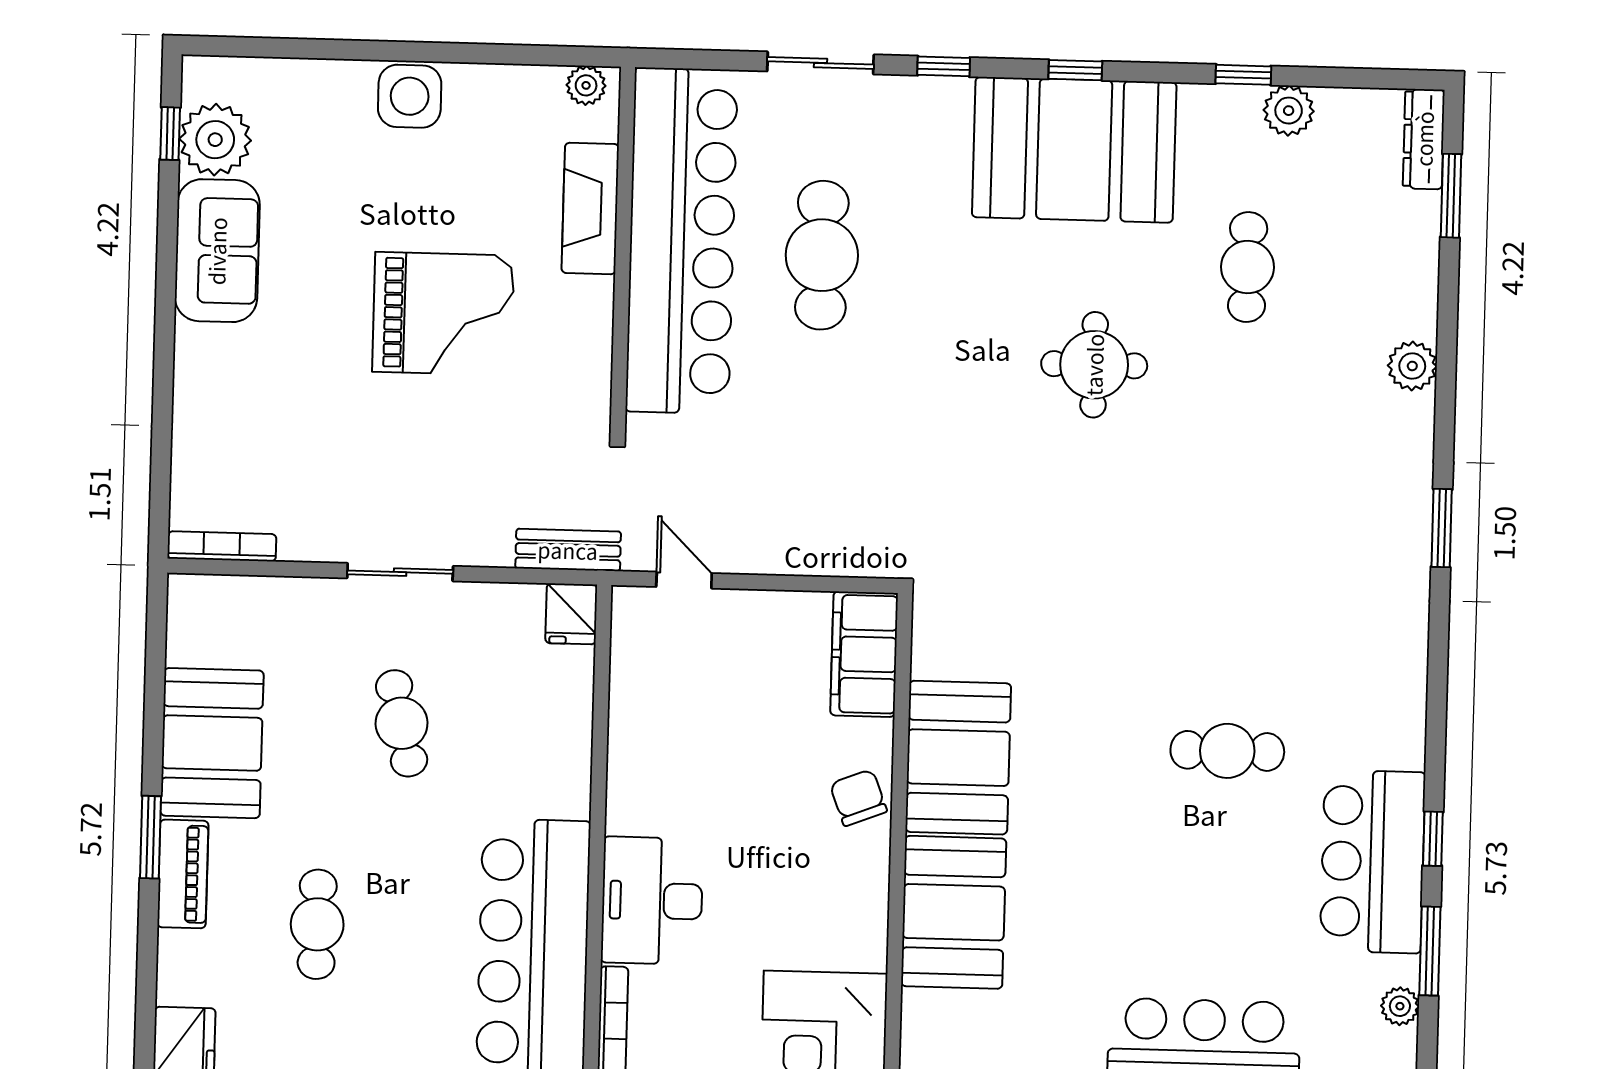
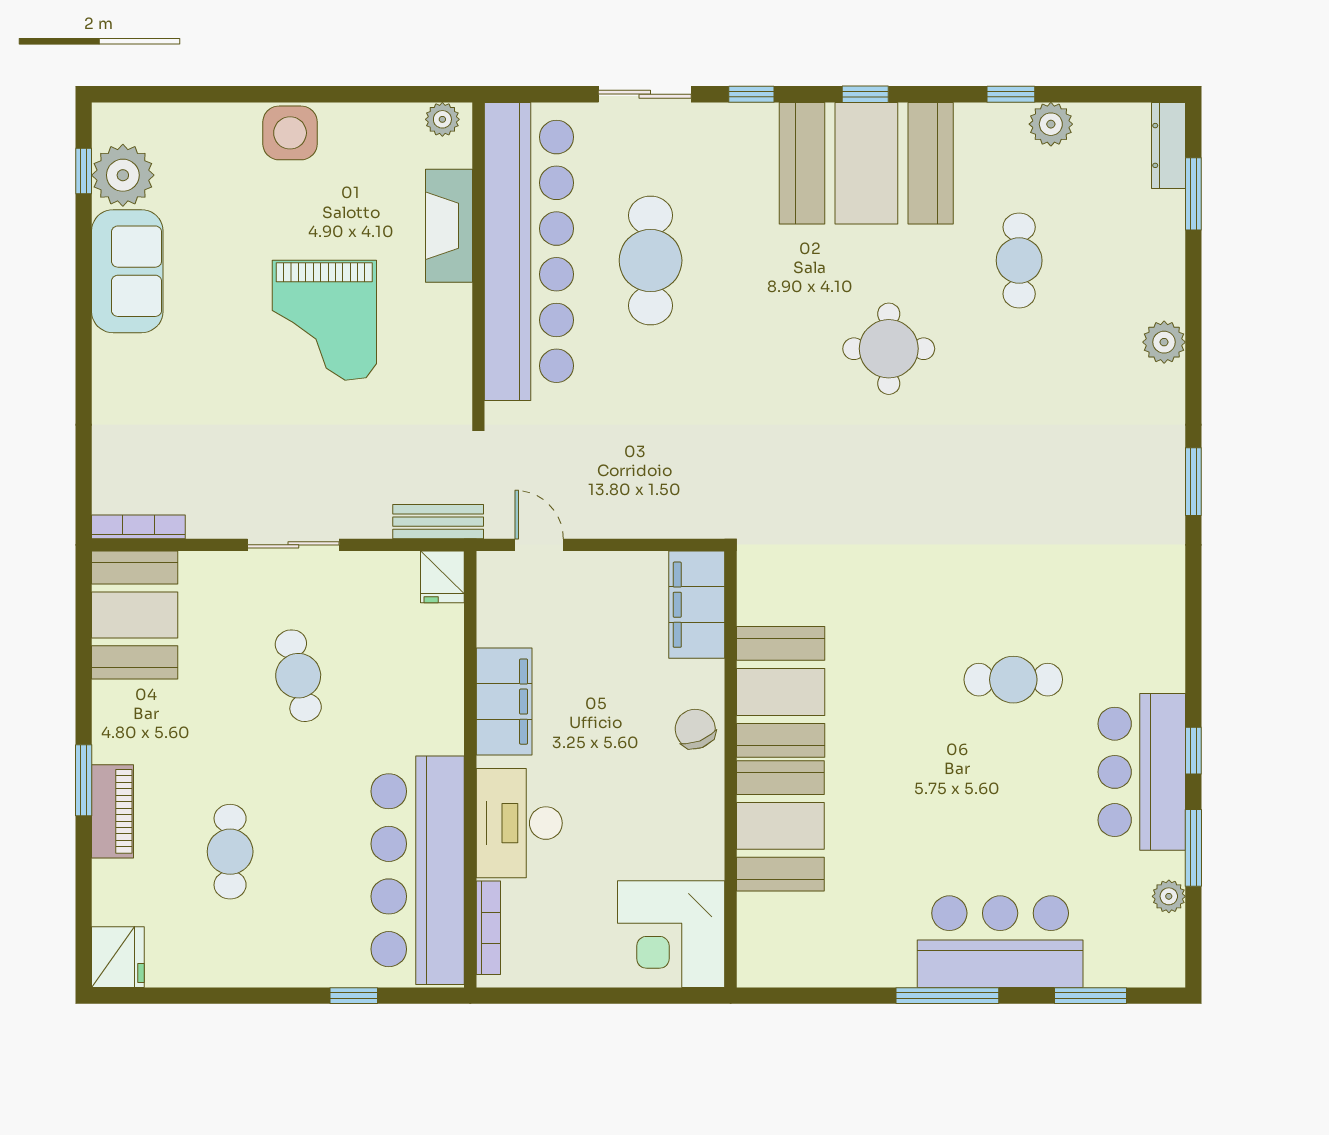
grand piano: (443, 314) -> (324, 320), turned 90
booth: (212, 743) -> (135, 615), moved
filing cabinet: (639, 760) -> (504, 702), added

